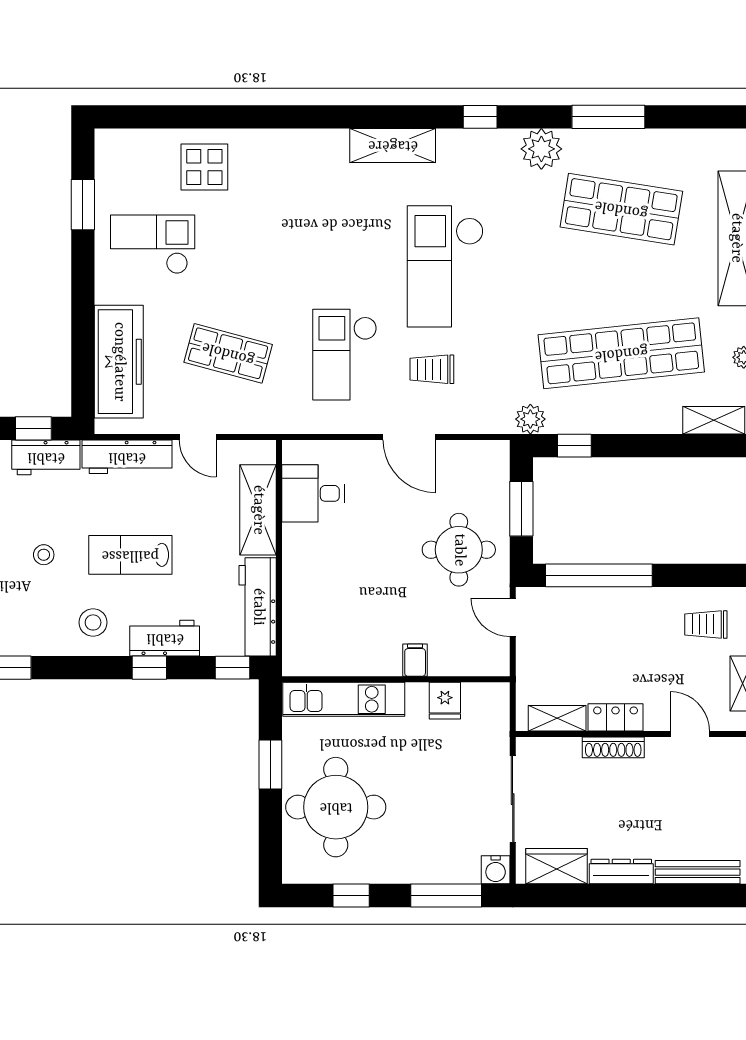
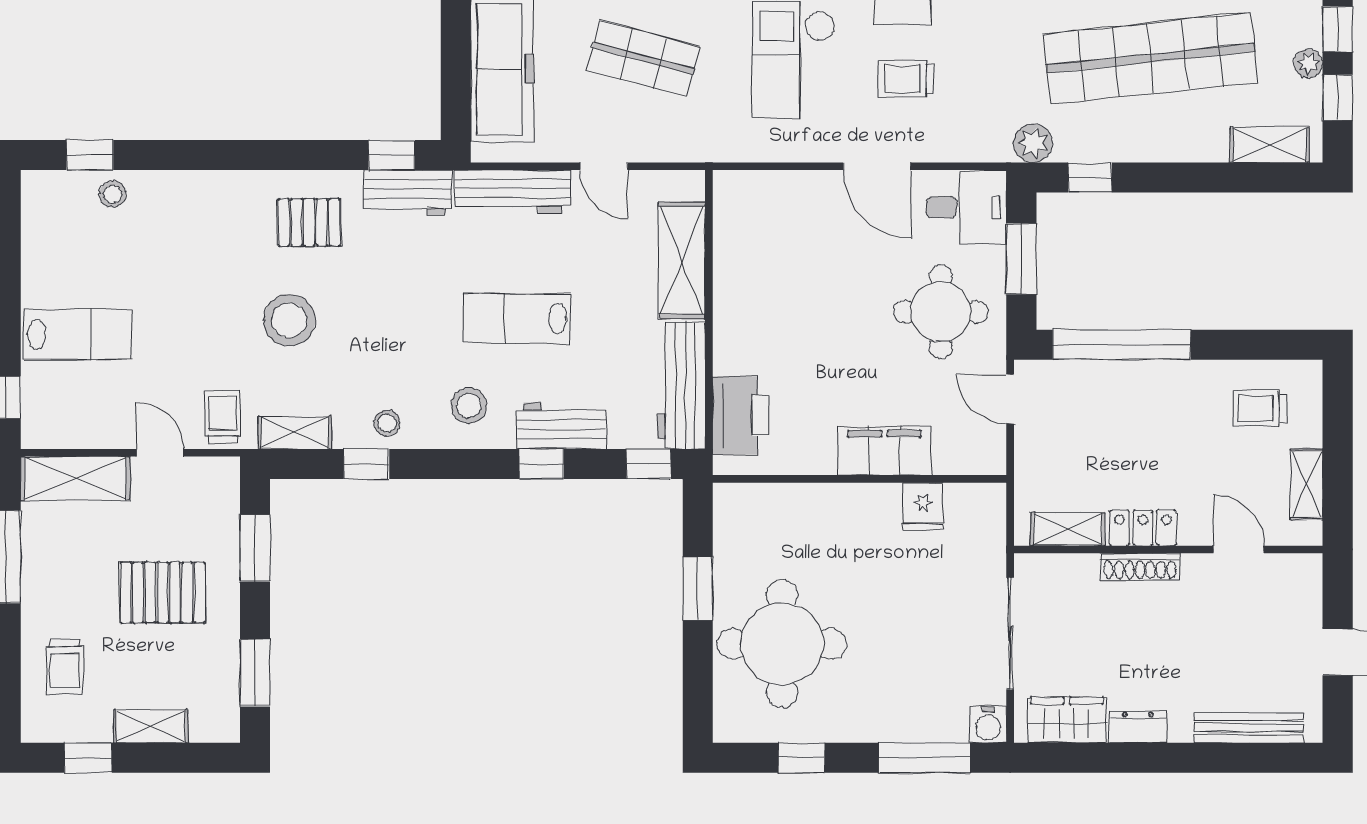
desk: (313, 493) -> (966, 207), moved, turned 180
stool: (44, 555) -> (387, 423), moved
printer: (304, 630) -> (741, 415), added
filing cabinet: (415, 660) -> (884, 451), width x3.00, depth x1.17
kitchen unit: (344, 699) -> (792, 505), removed
dresser: (621, 872) -> (1138, 727), width x0.70

